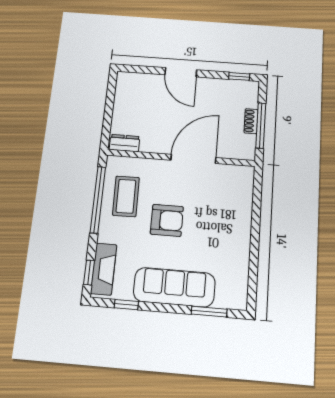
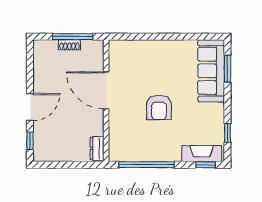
window: (239, 76) -> (30, 141), moved
coffee table: (126, 196) -> (142, 142), removed
armchair: (167, 220) -> (159, 107), turned 180
sofa: (174, 287) -> (211, 71), moved

